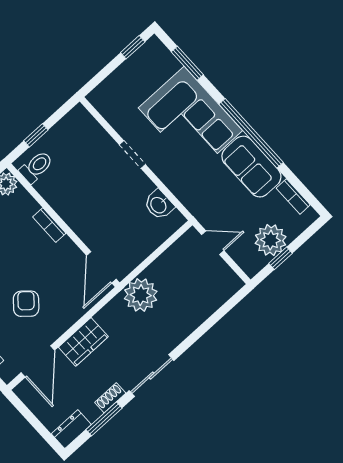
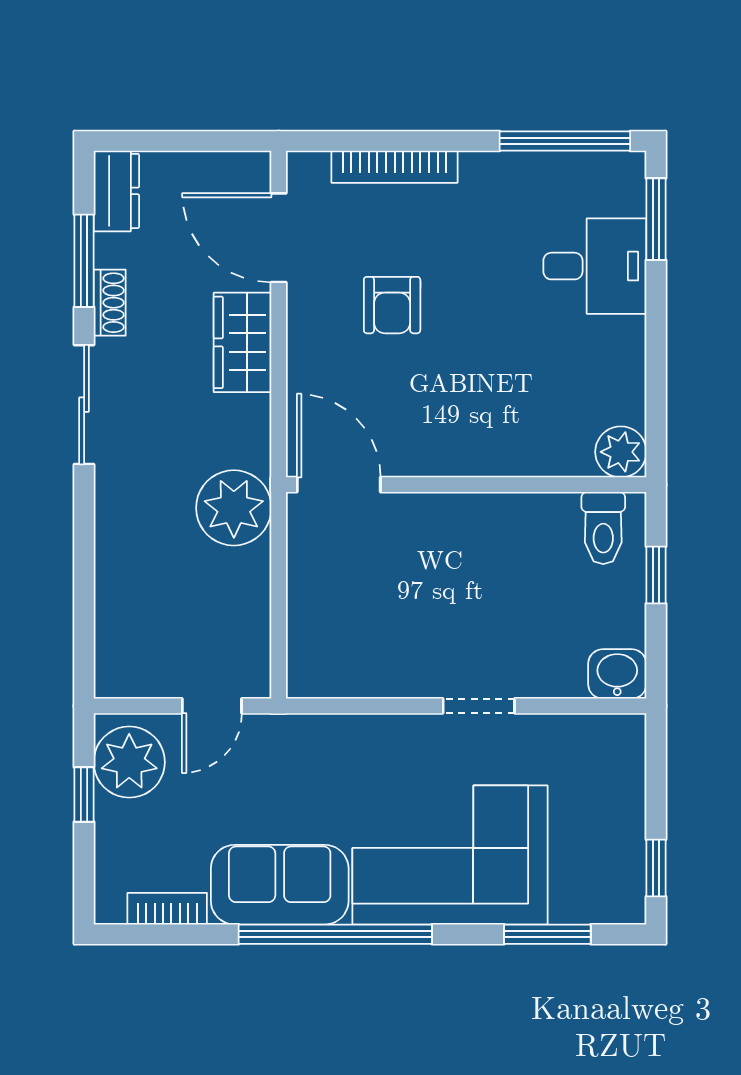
washbasin: (159, 205) -> (617, 674), moved
bookcase: (49, 225) -> (487, 462), removed
plant: (271, 240) -> (129, 762), moved
armchair: (26, 304) -> (392, 305), turned 49

